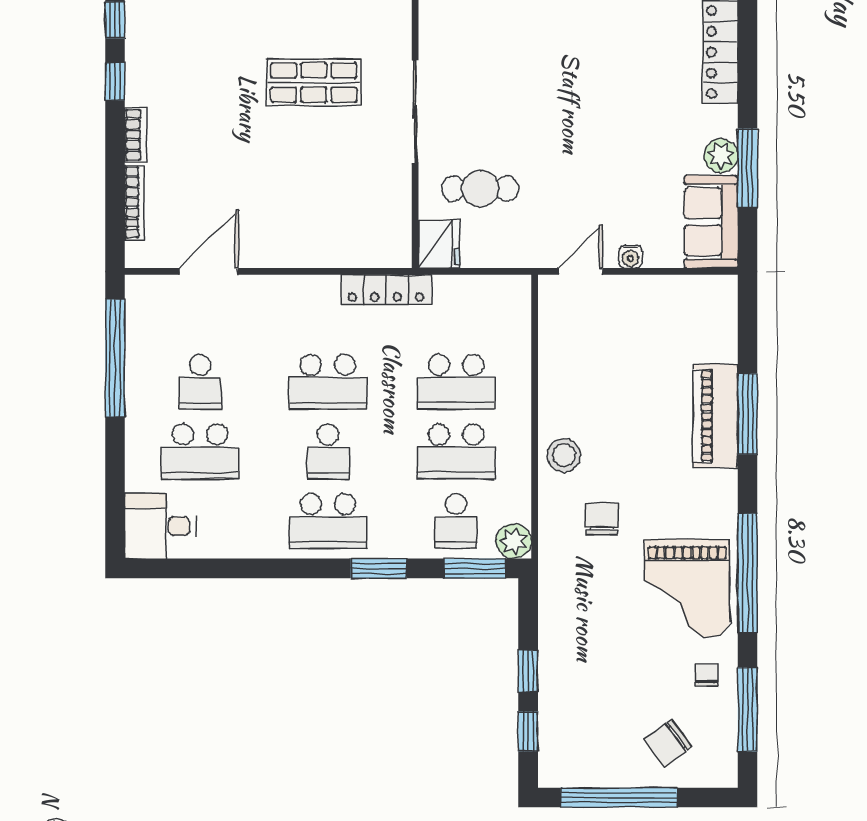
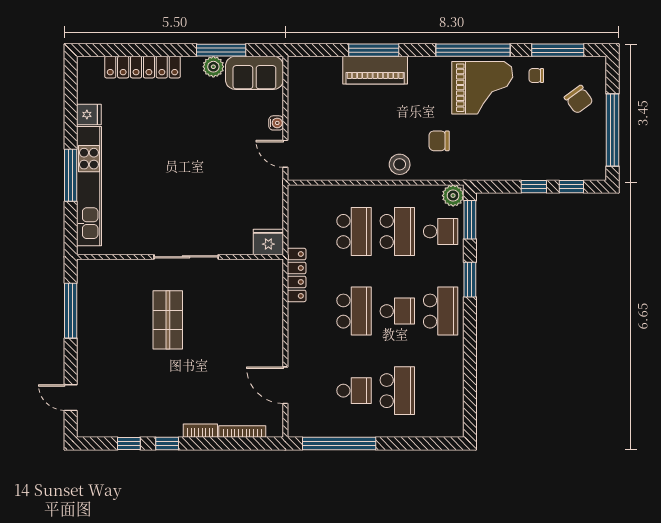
cafe table: (480, 189) -> (234, 216), removed
desk: (160, 526) -> (444, 416), removed

